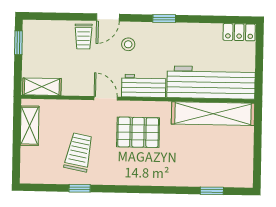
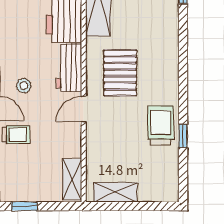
trolley: (79, 152) -> (161, 125), moved, turned 79

